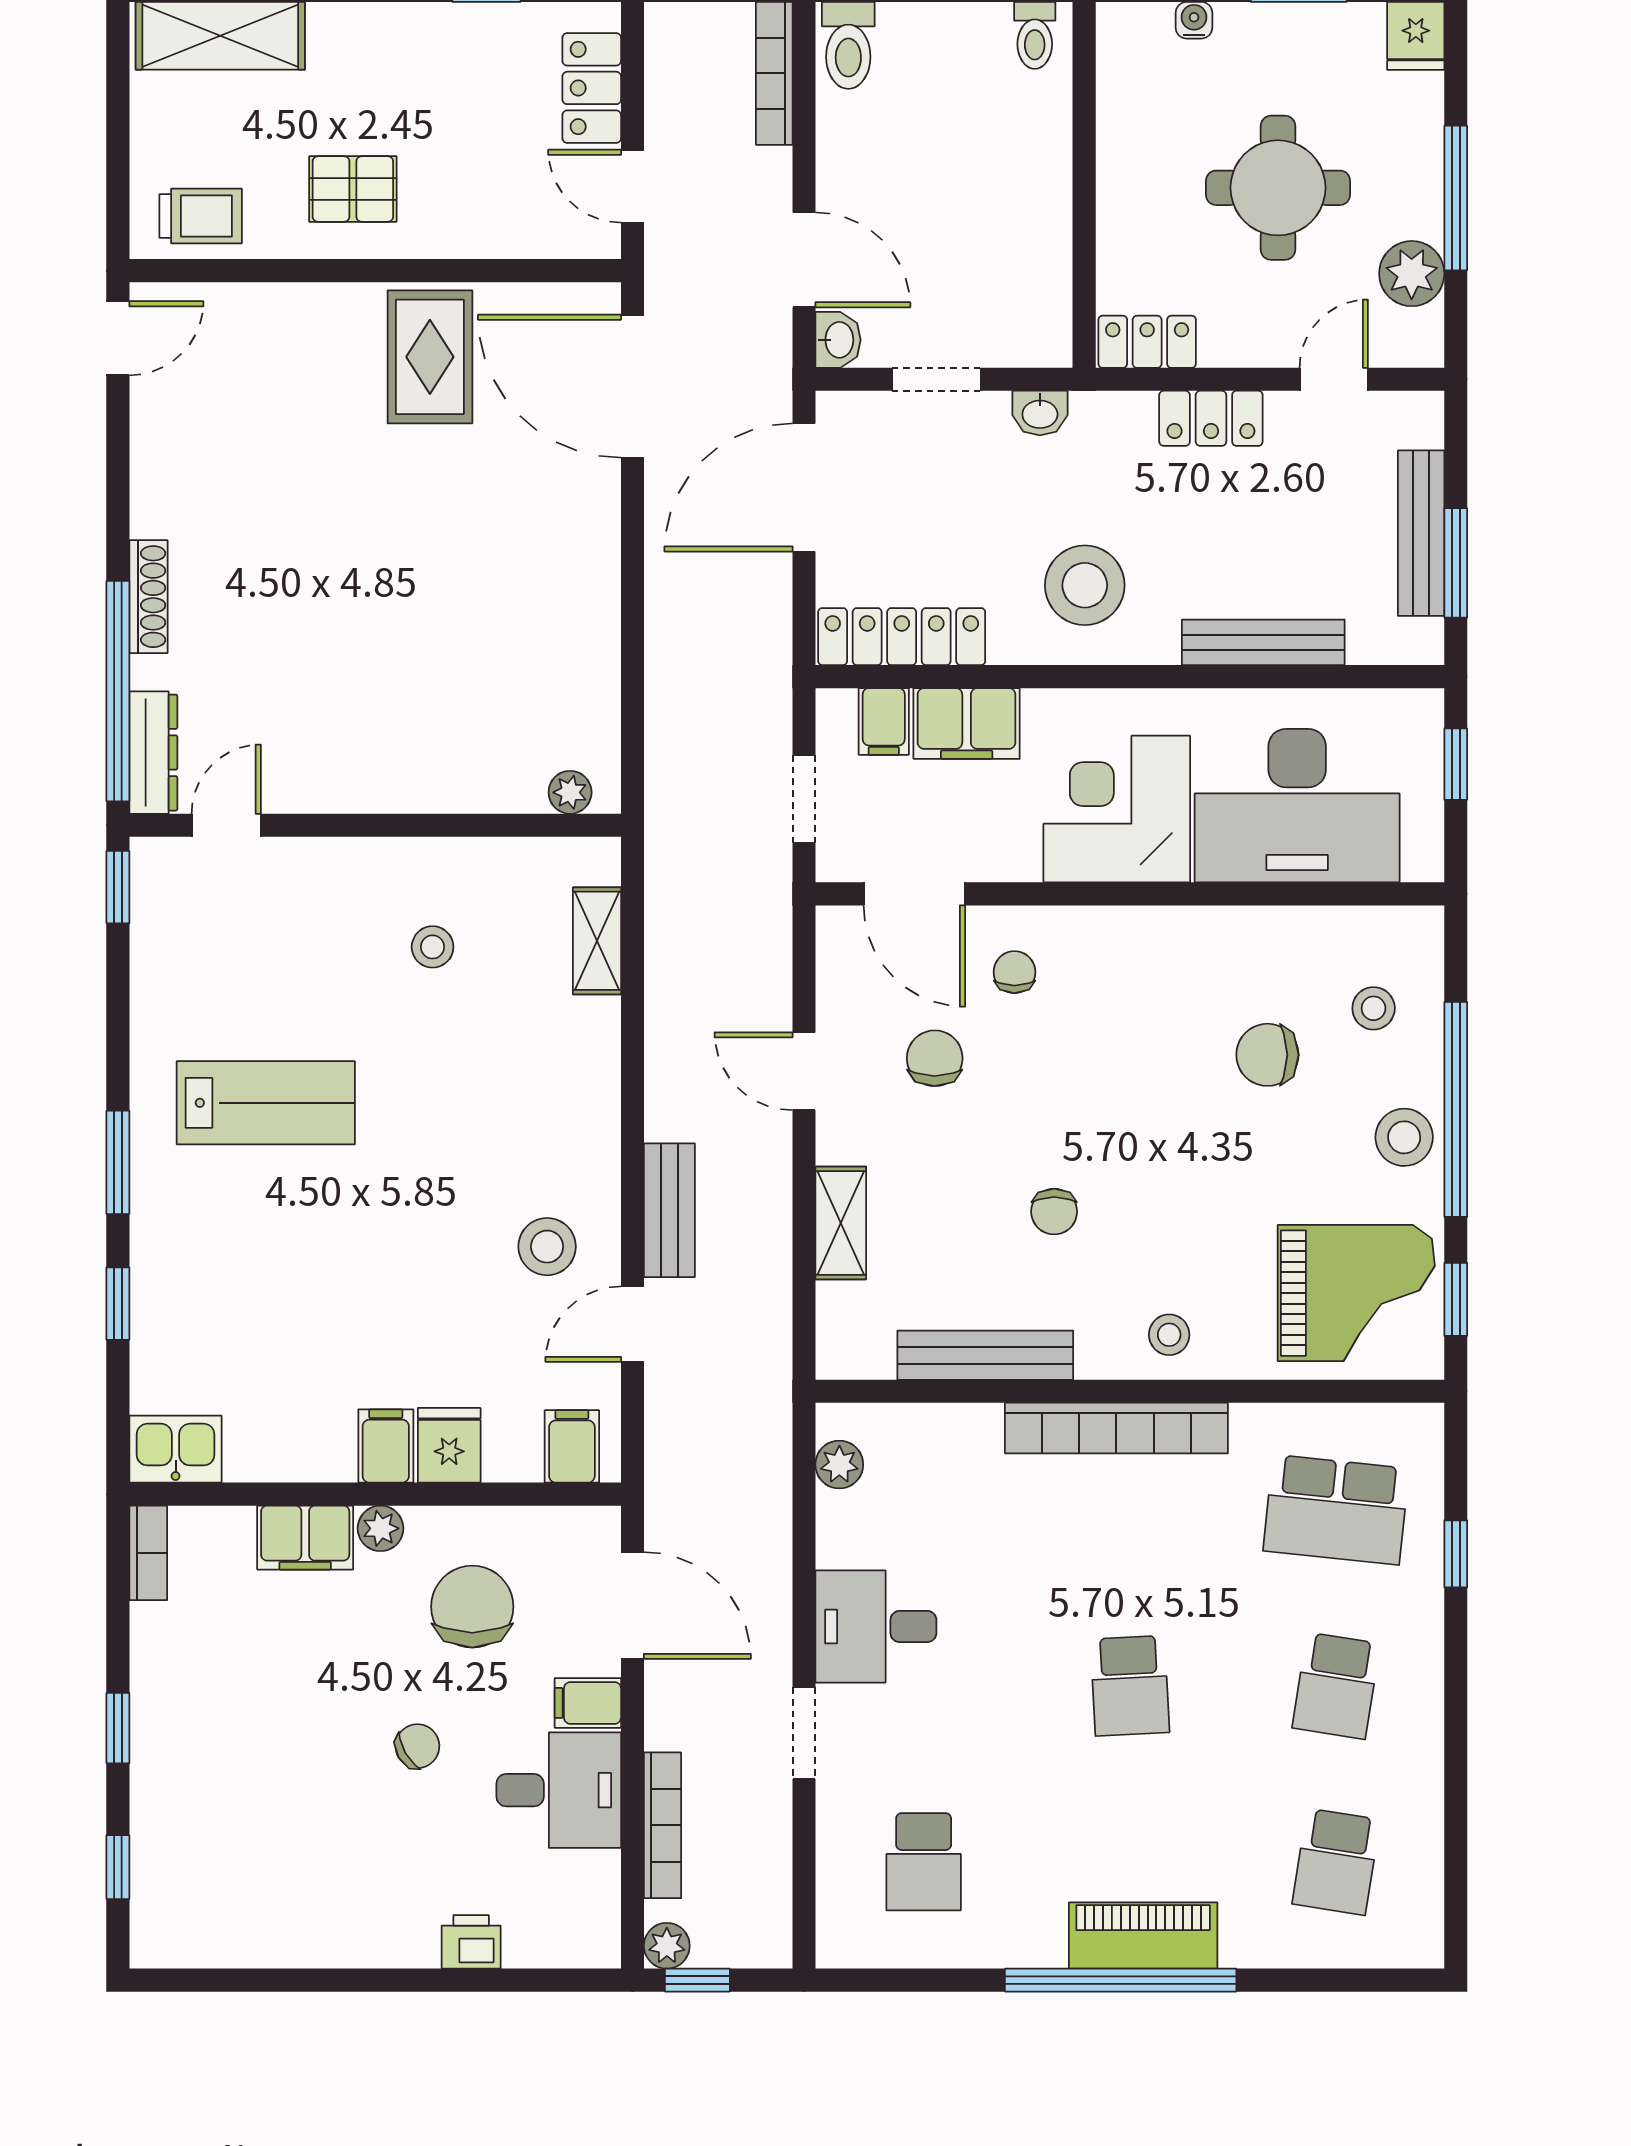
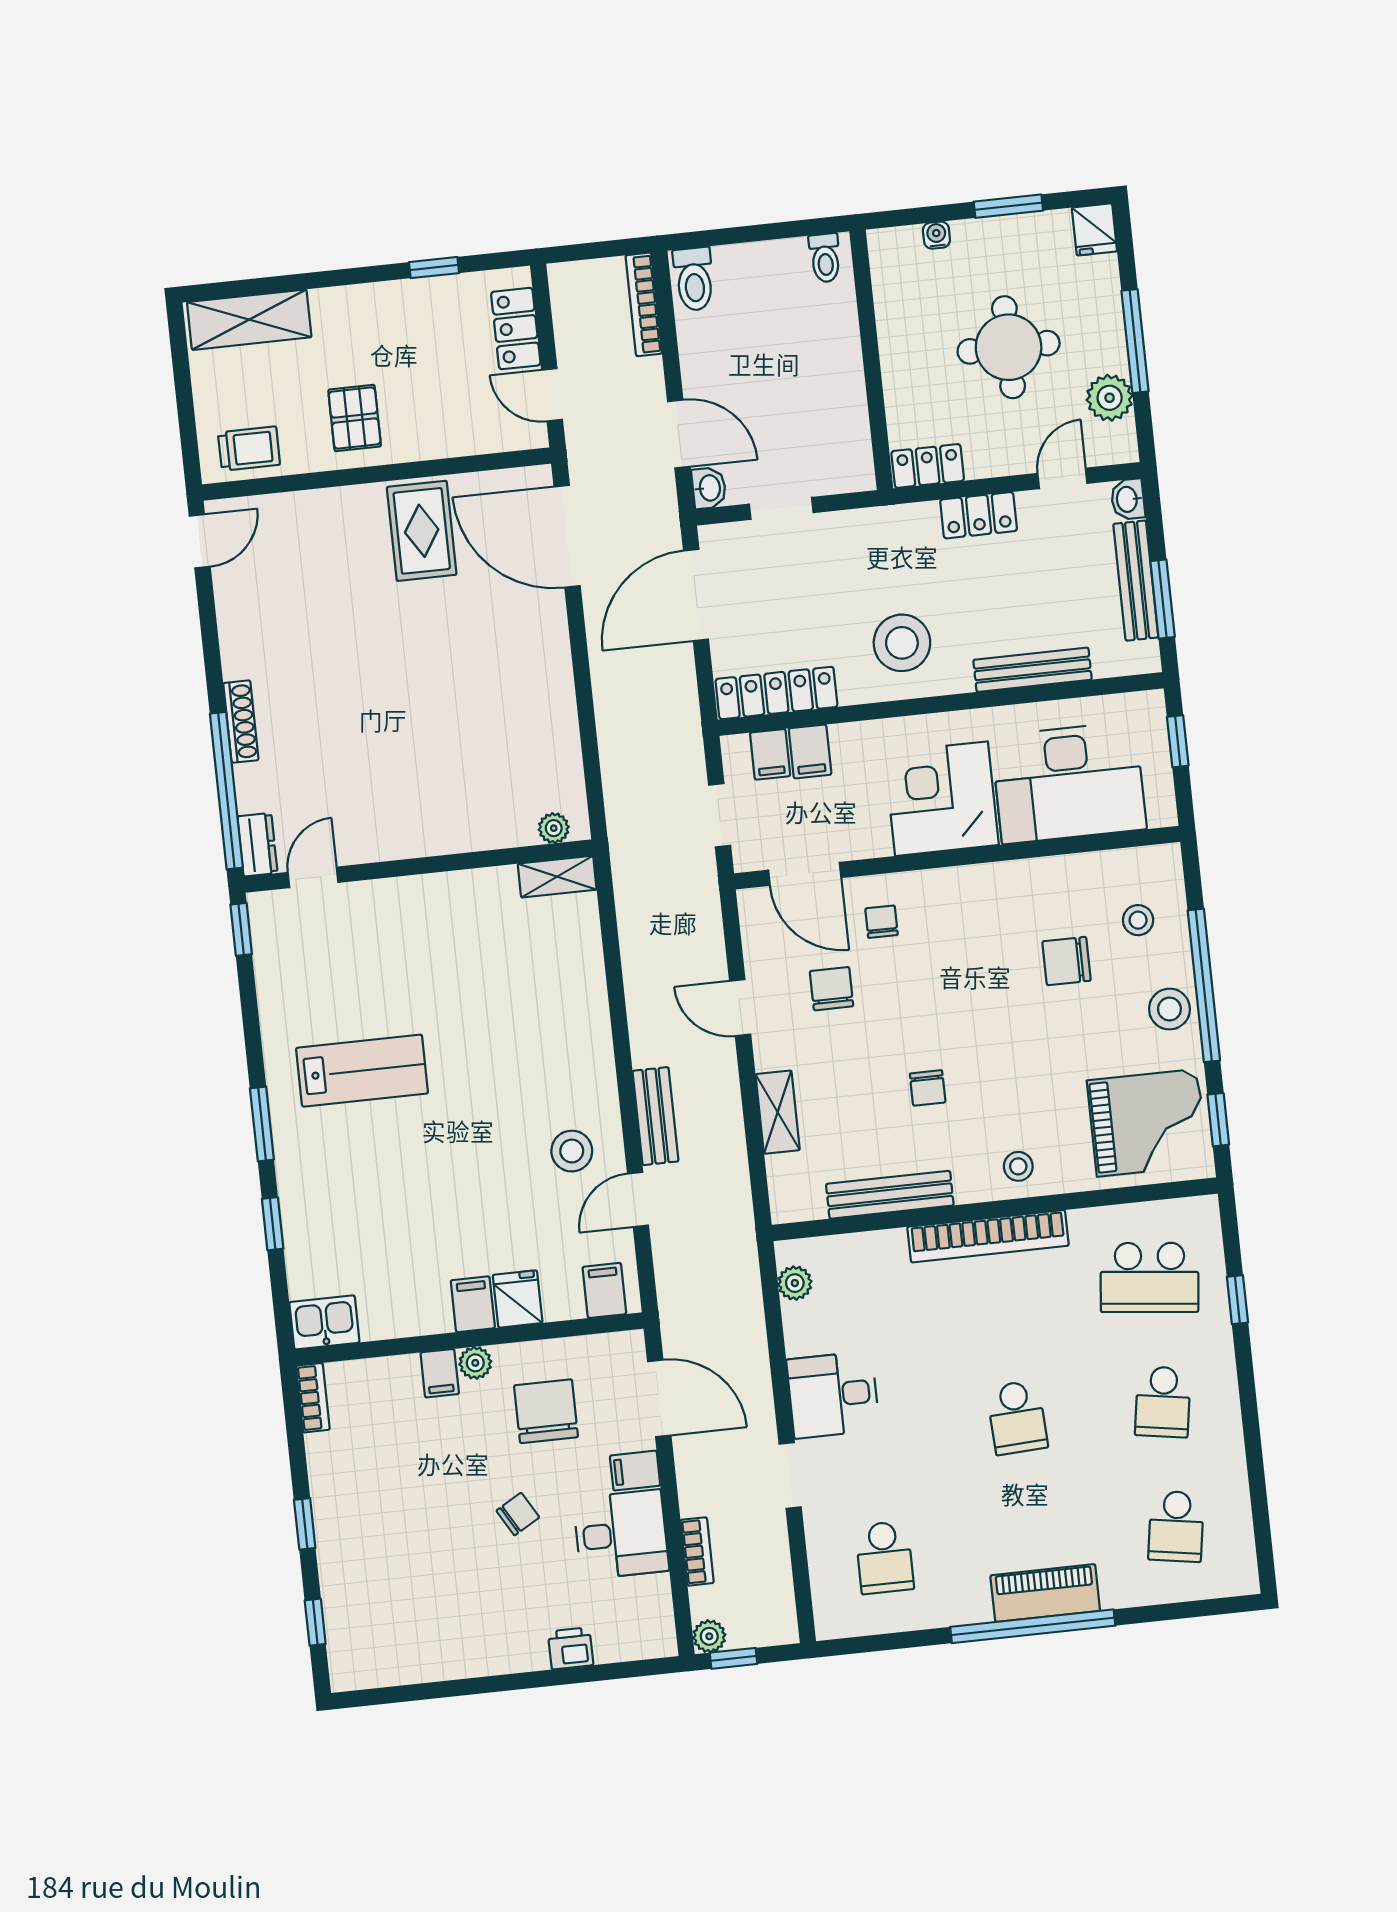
pallet: (353, 189) -> (355, 418), turned 90
washbasin: (1040, 413) -> (1128, 499), moved, turned 90
filing cabinet: (967, 723) -> (810, 751), width x0.50
dresser: (153, 753) -> (257, 845), width x0.70
shelving: (597, 941) -> (557, 877), moved, turned 90
stool: (433, 947) -> (468, 948), removed
filing cabinet: (305, 1538) -> (440, 1373), width x0.50
bookcase: (663, 1825) -> (697, 1551), width x0.64

